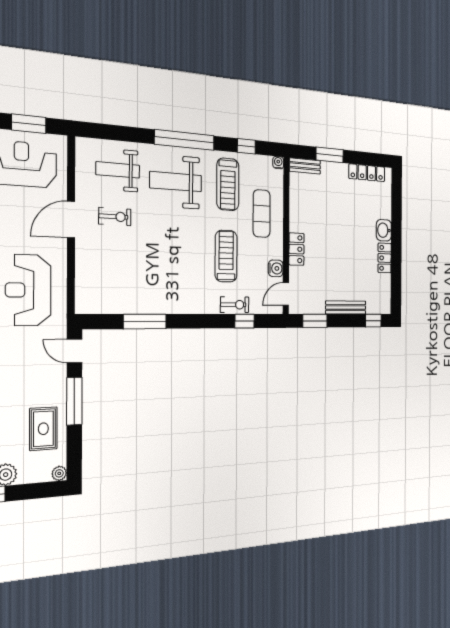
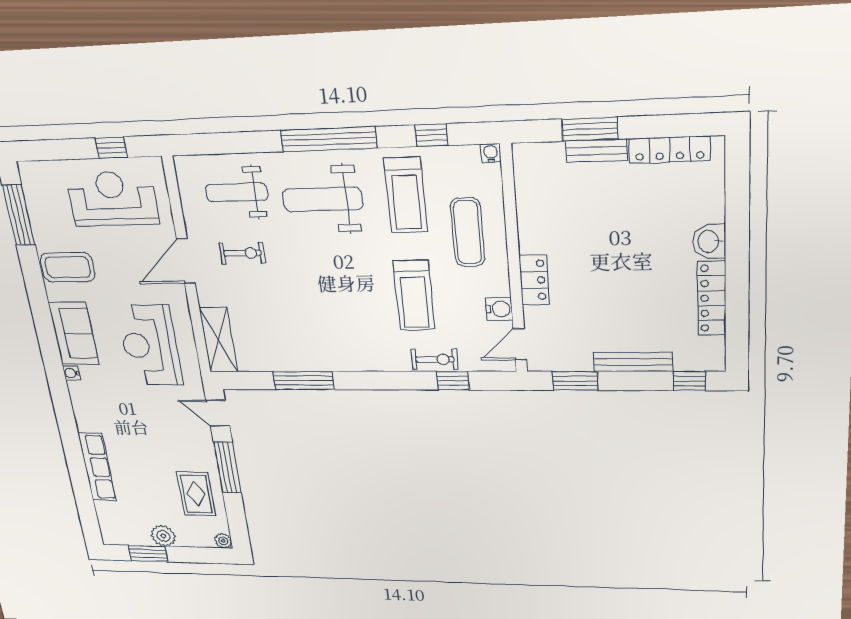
window: (29, 124) -> (111, 148), width x0.67
bench: (305, 166) -> (596, 151), moved
treadmill: (226, 256) -> (414, 295), turned 180
locker: (385, 258) -> (712, 298), width x1.53
shelving: (86, 286) -> (218, 340), added

